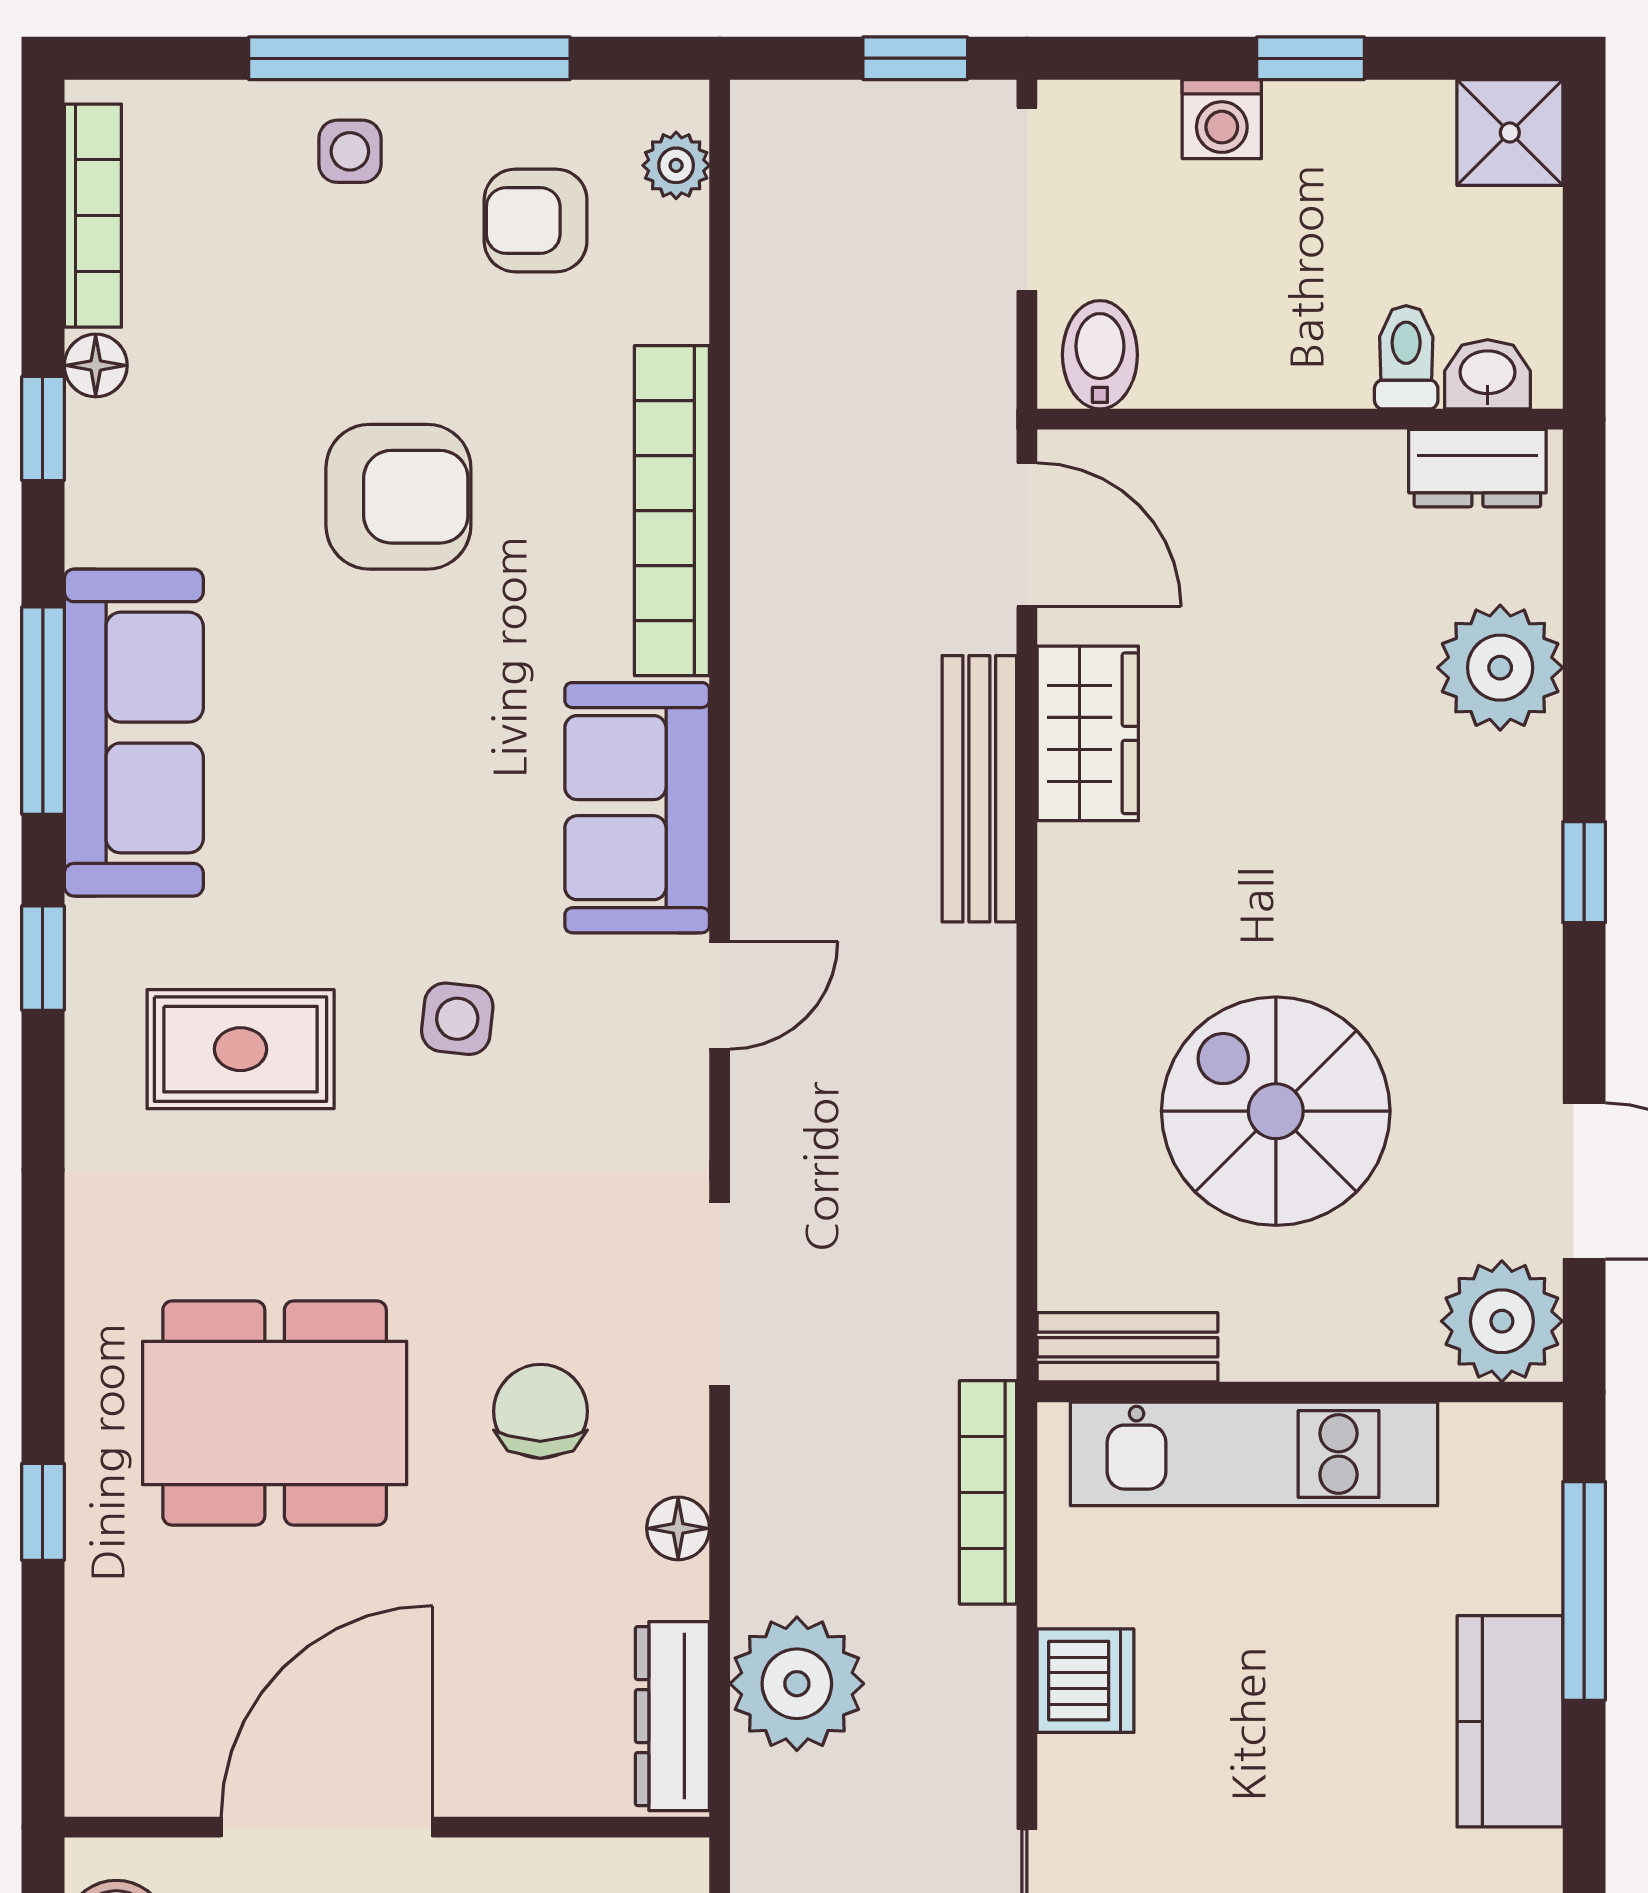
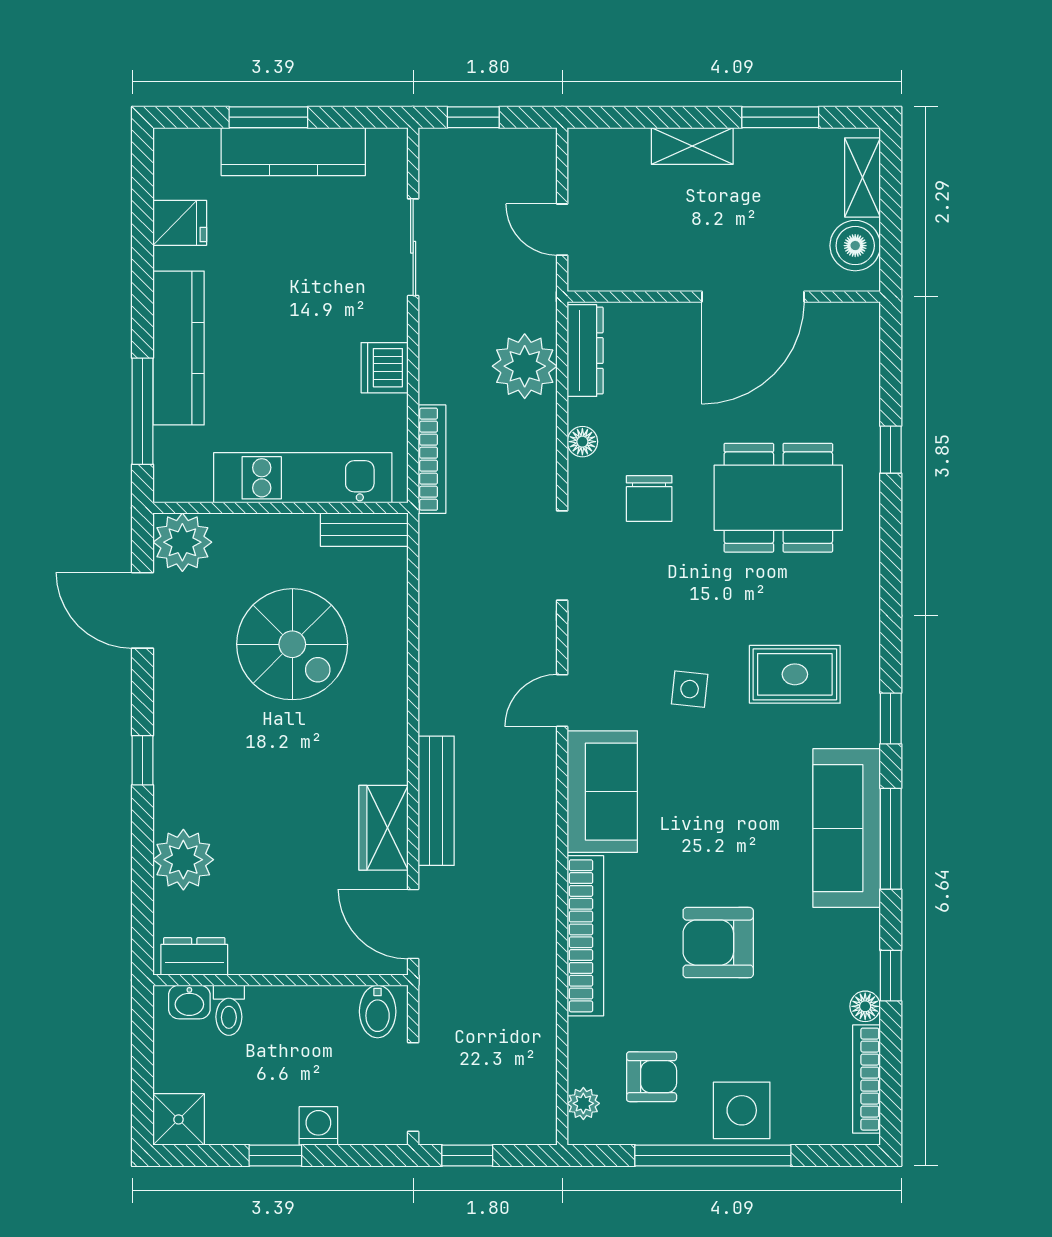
side table: (350, 151) -> (742, 1110), width x1.87, depth x1.87
kitchen counter: (1510, 1721) -> (178, 348), width x1.50

